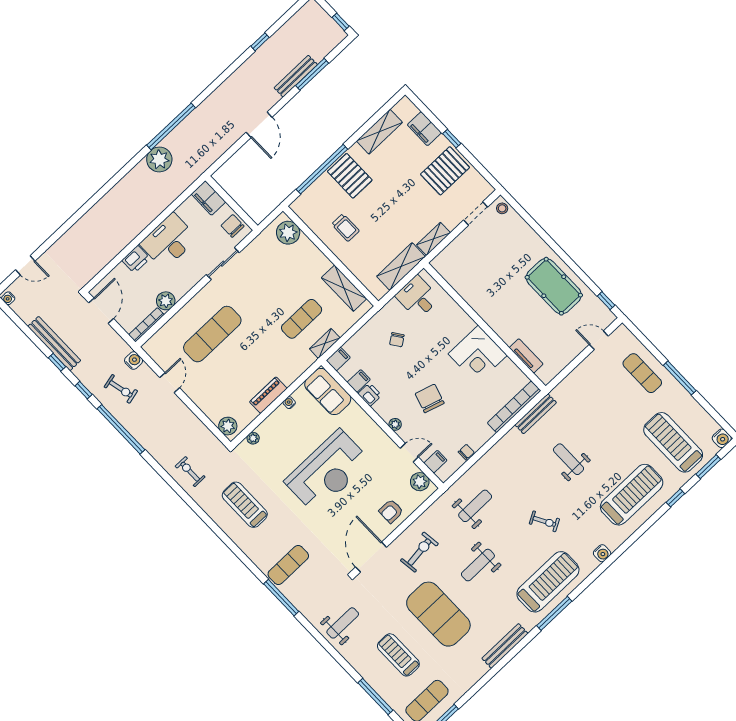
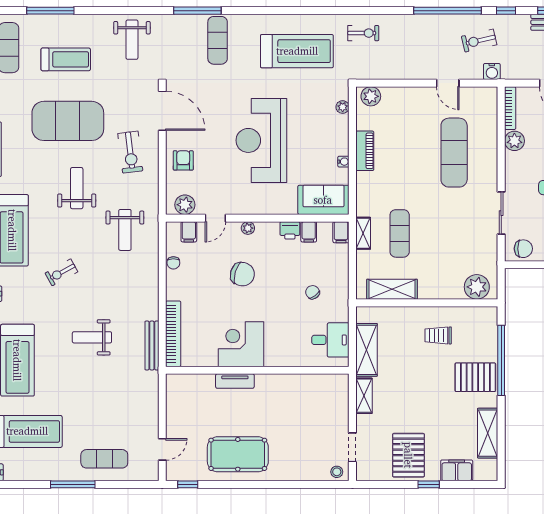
tv unit: (526, 356) -> (235, 381), moved
weight bench: (568, 459) -> (92, 337), turned 180
treadmill: (245, 505) -> (297, 51), width x1.37, depth x1.38

